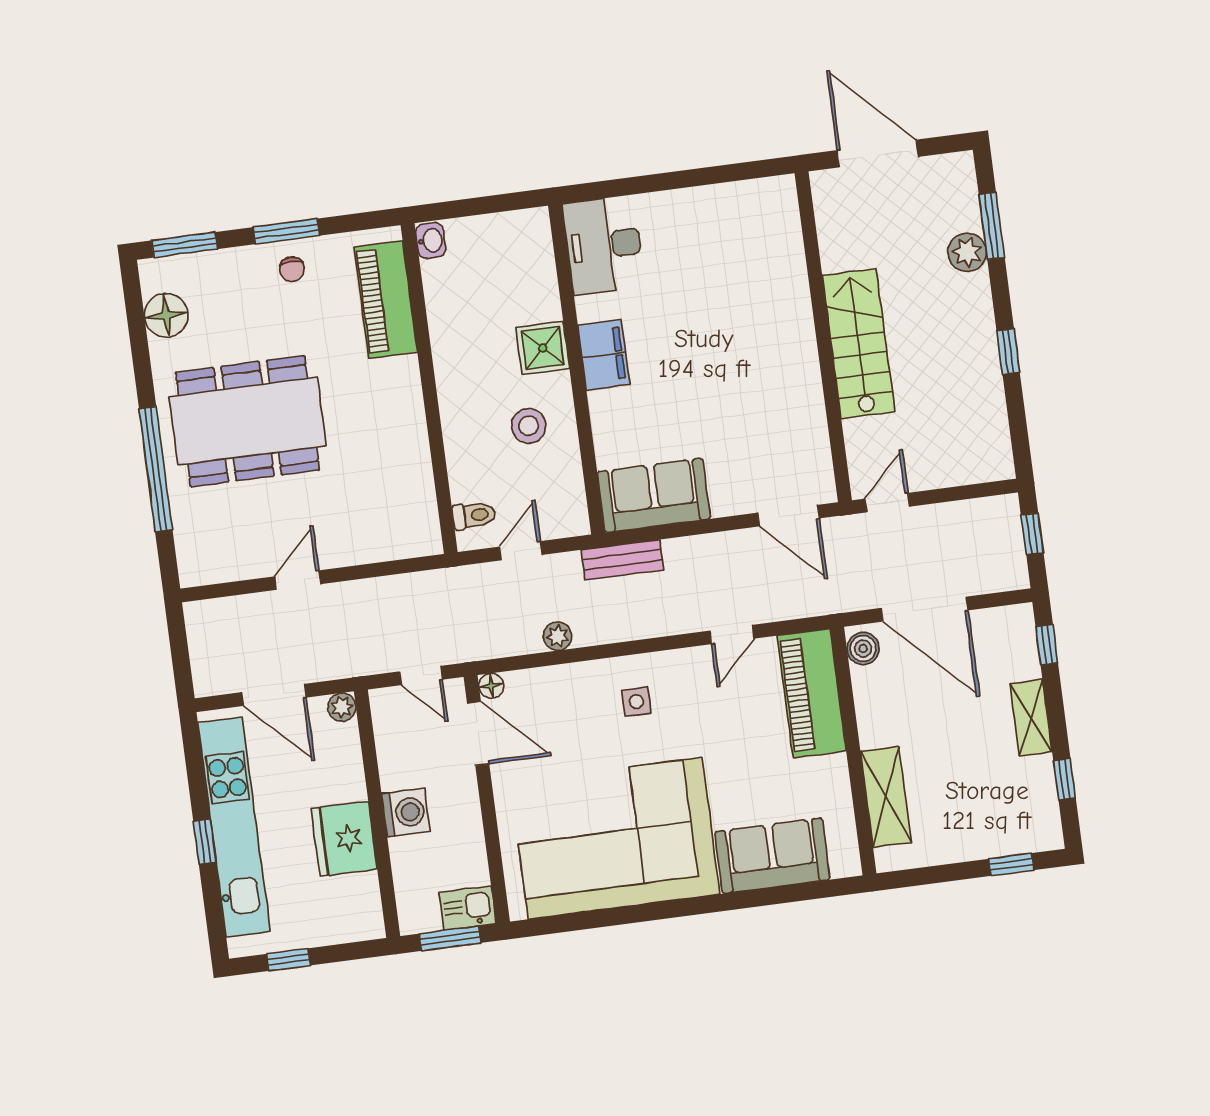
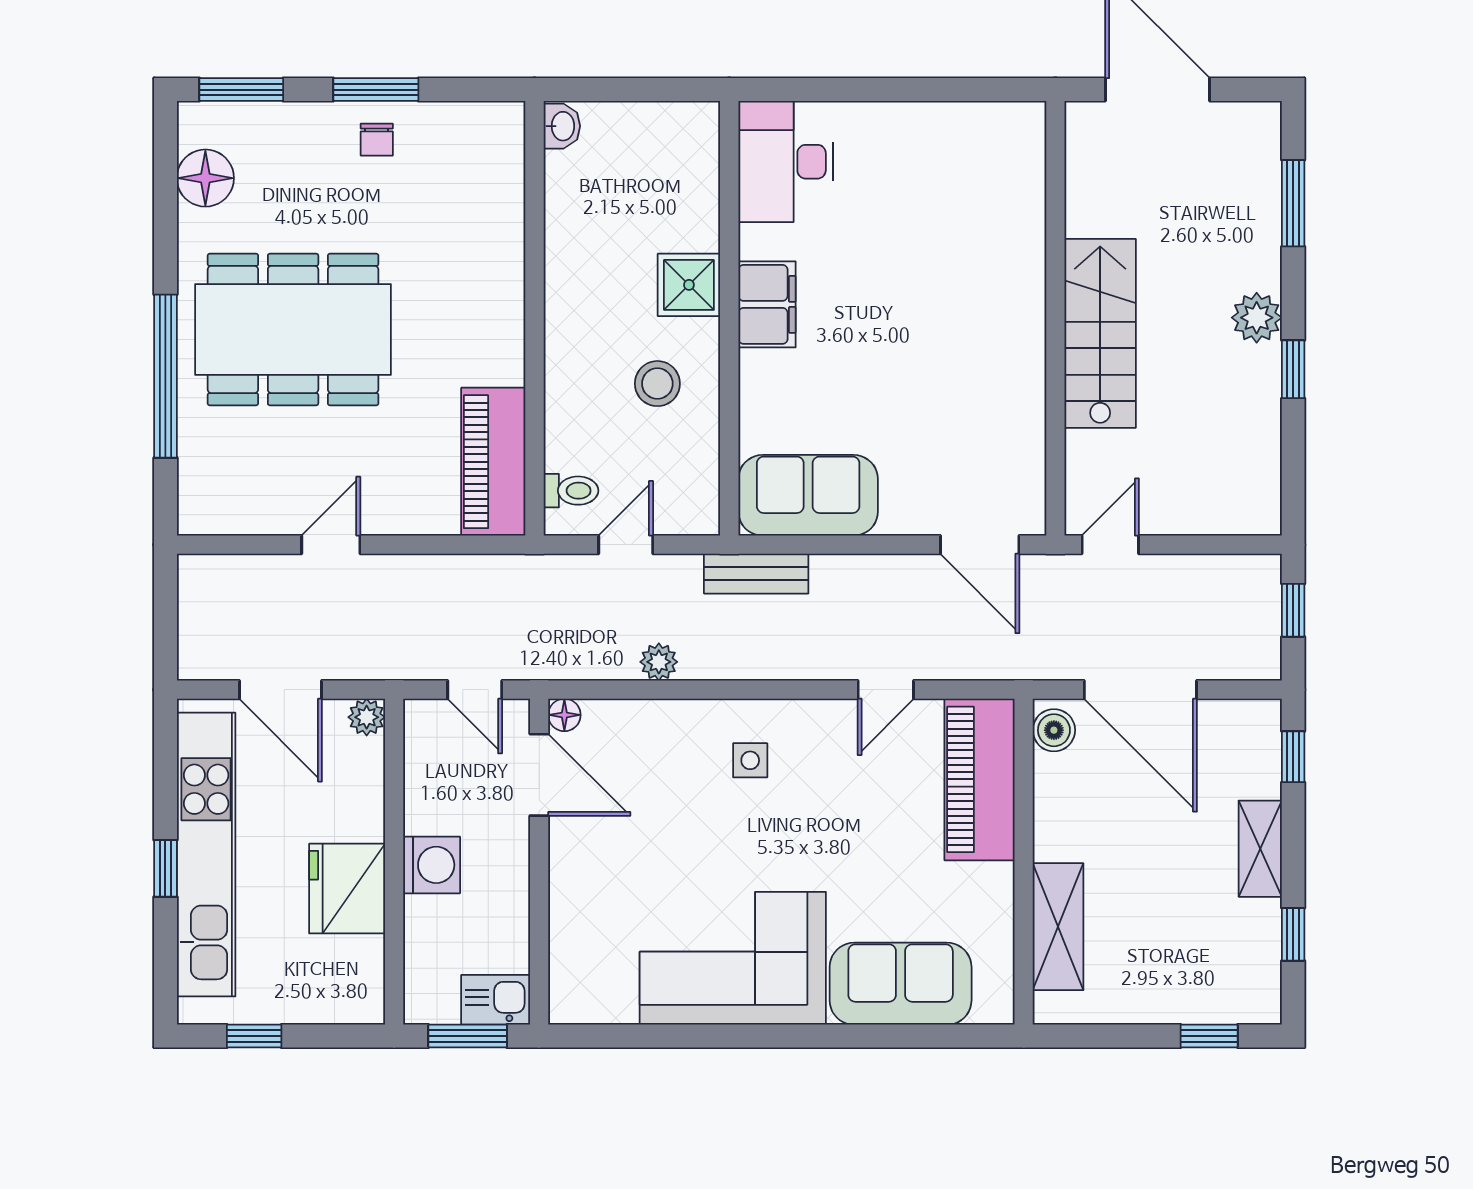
plant: (967, 252) -> (1257, 318), moved
piano: (386, 299) -> (493, 462), moved
corner sofa: (615, 838) -> (733, 958), width x0.73, depth x0.74

